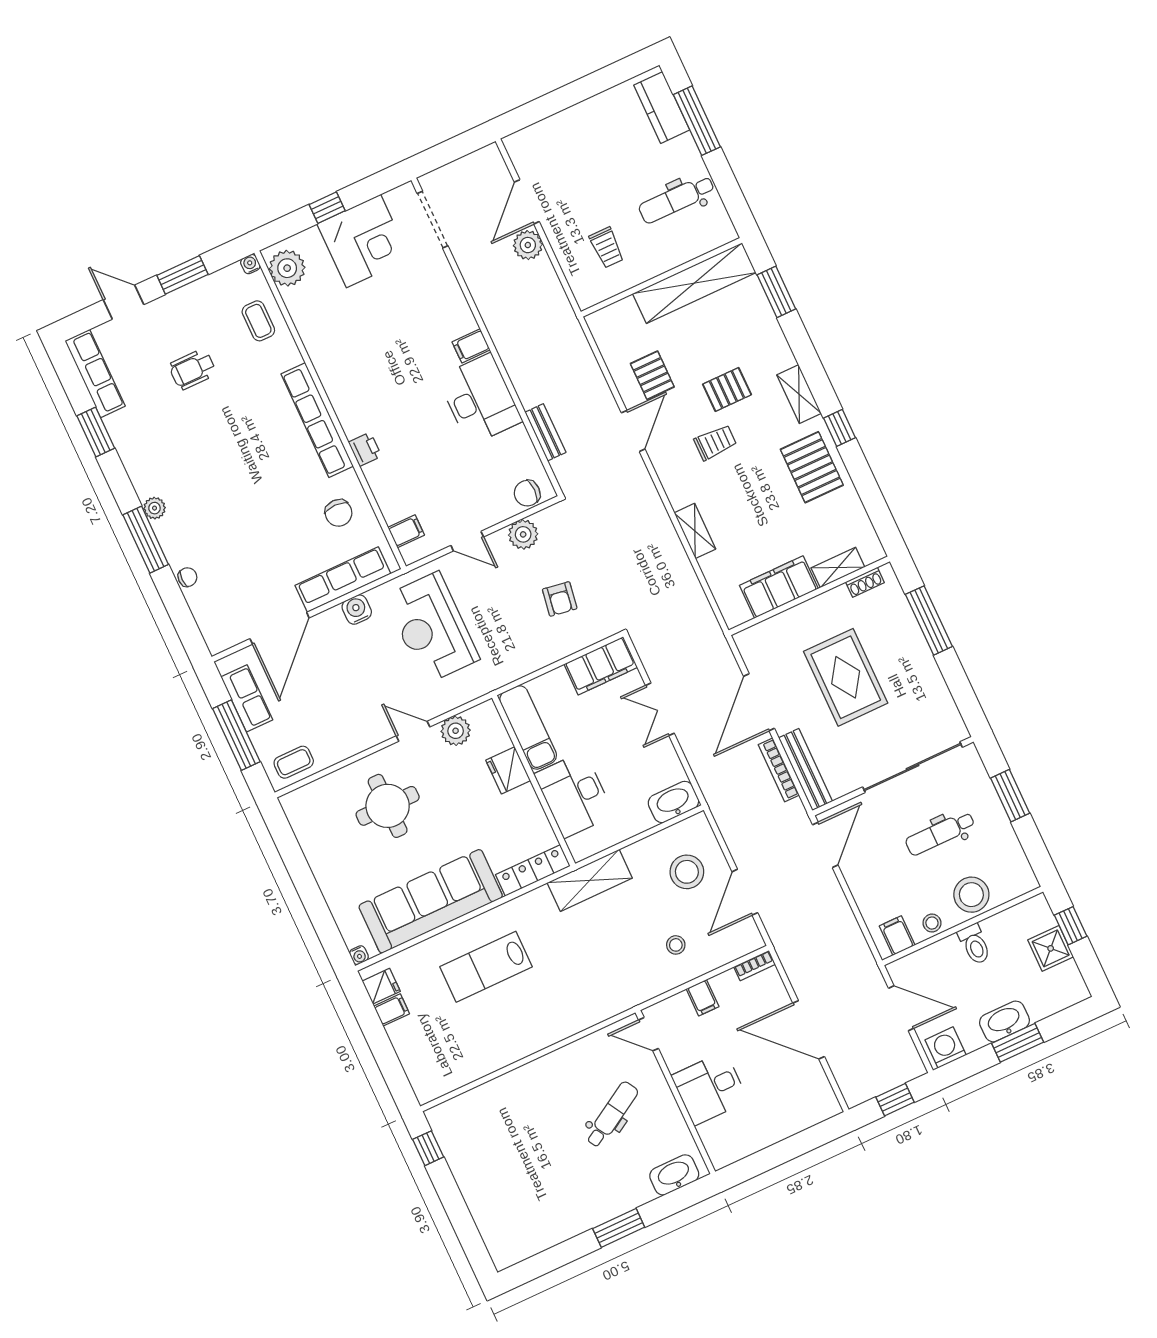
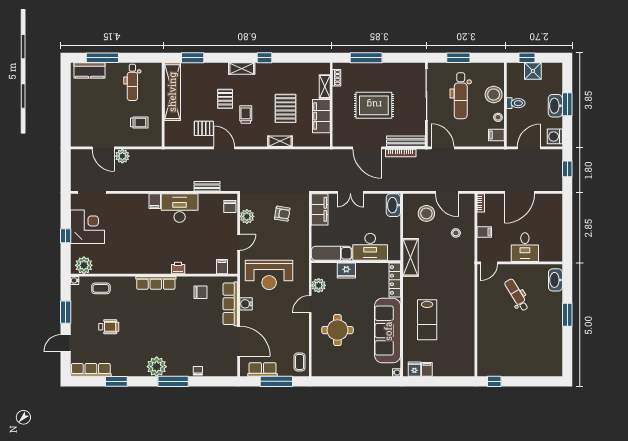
wheelchair: (192, 369) -> (109, 327), turned -90
row of seats: (317, 420) -> (156, 283), width x0.73
pallet: (812, 467) -> (286, 108), moved, turned 90
plant: (154, 508) -> (157, 367), width x1.88, depth x1.88
dental chair: (940, 833) -> (461, 96), width x1.36, depth x1.38

